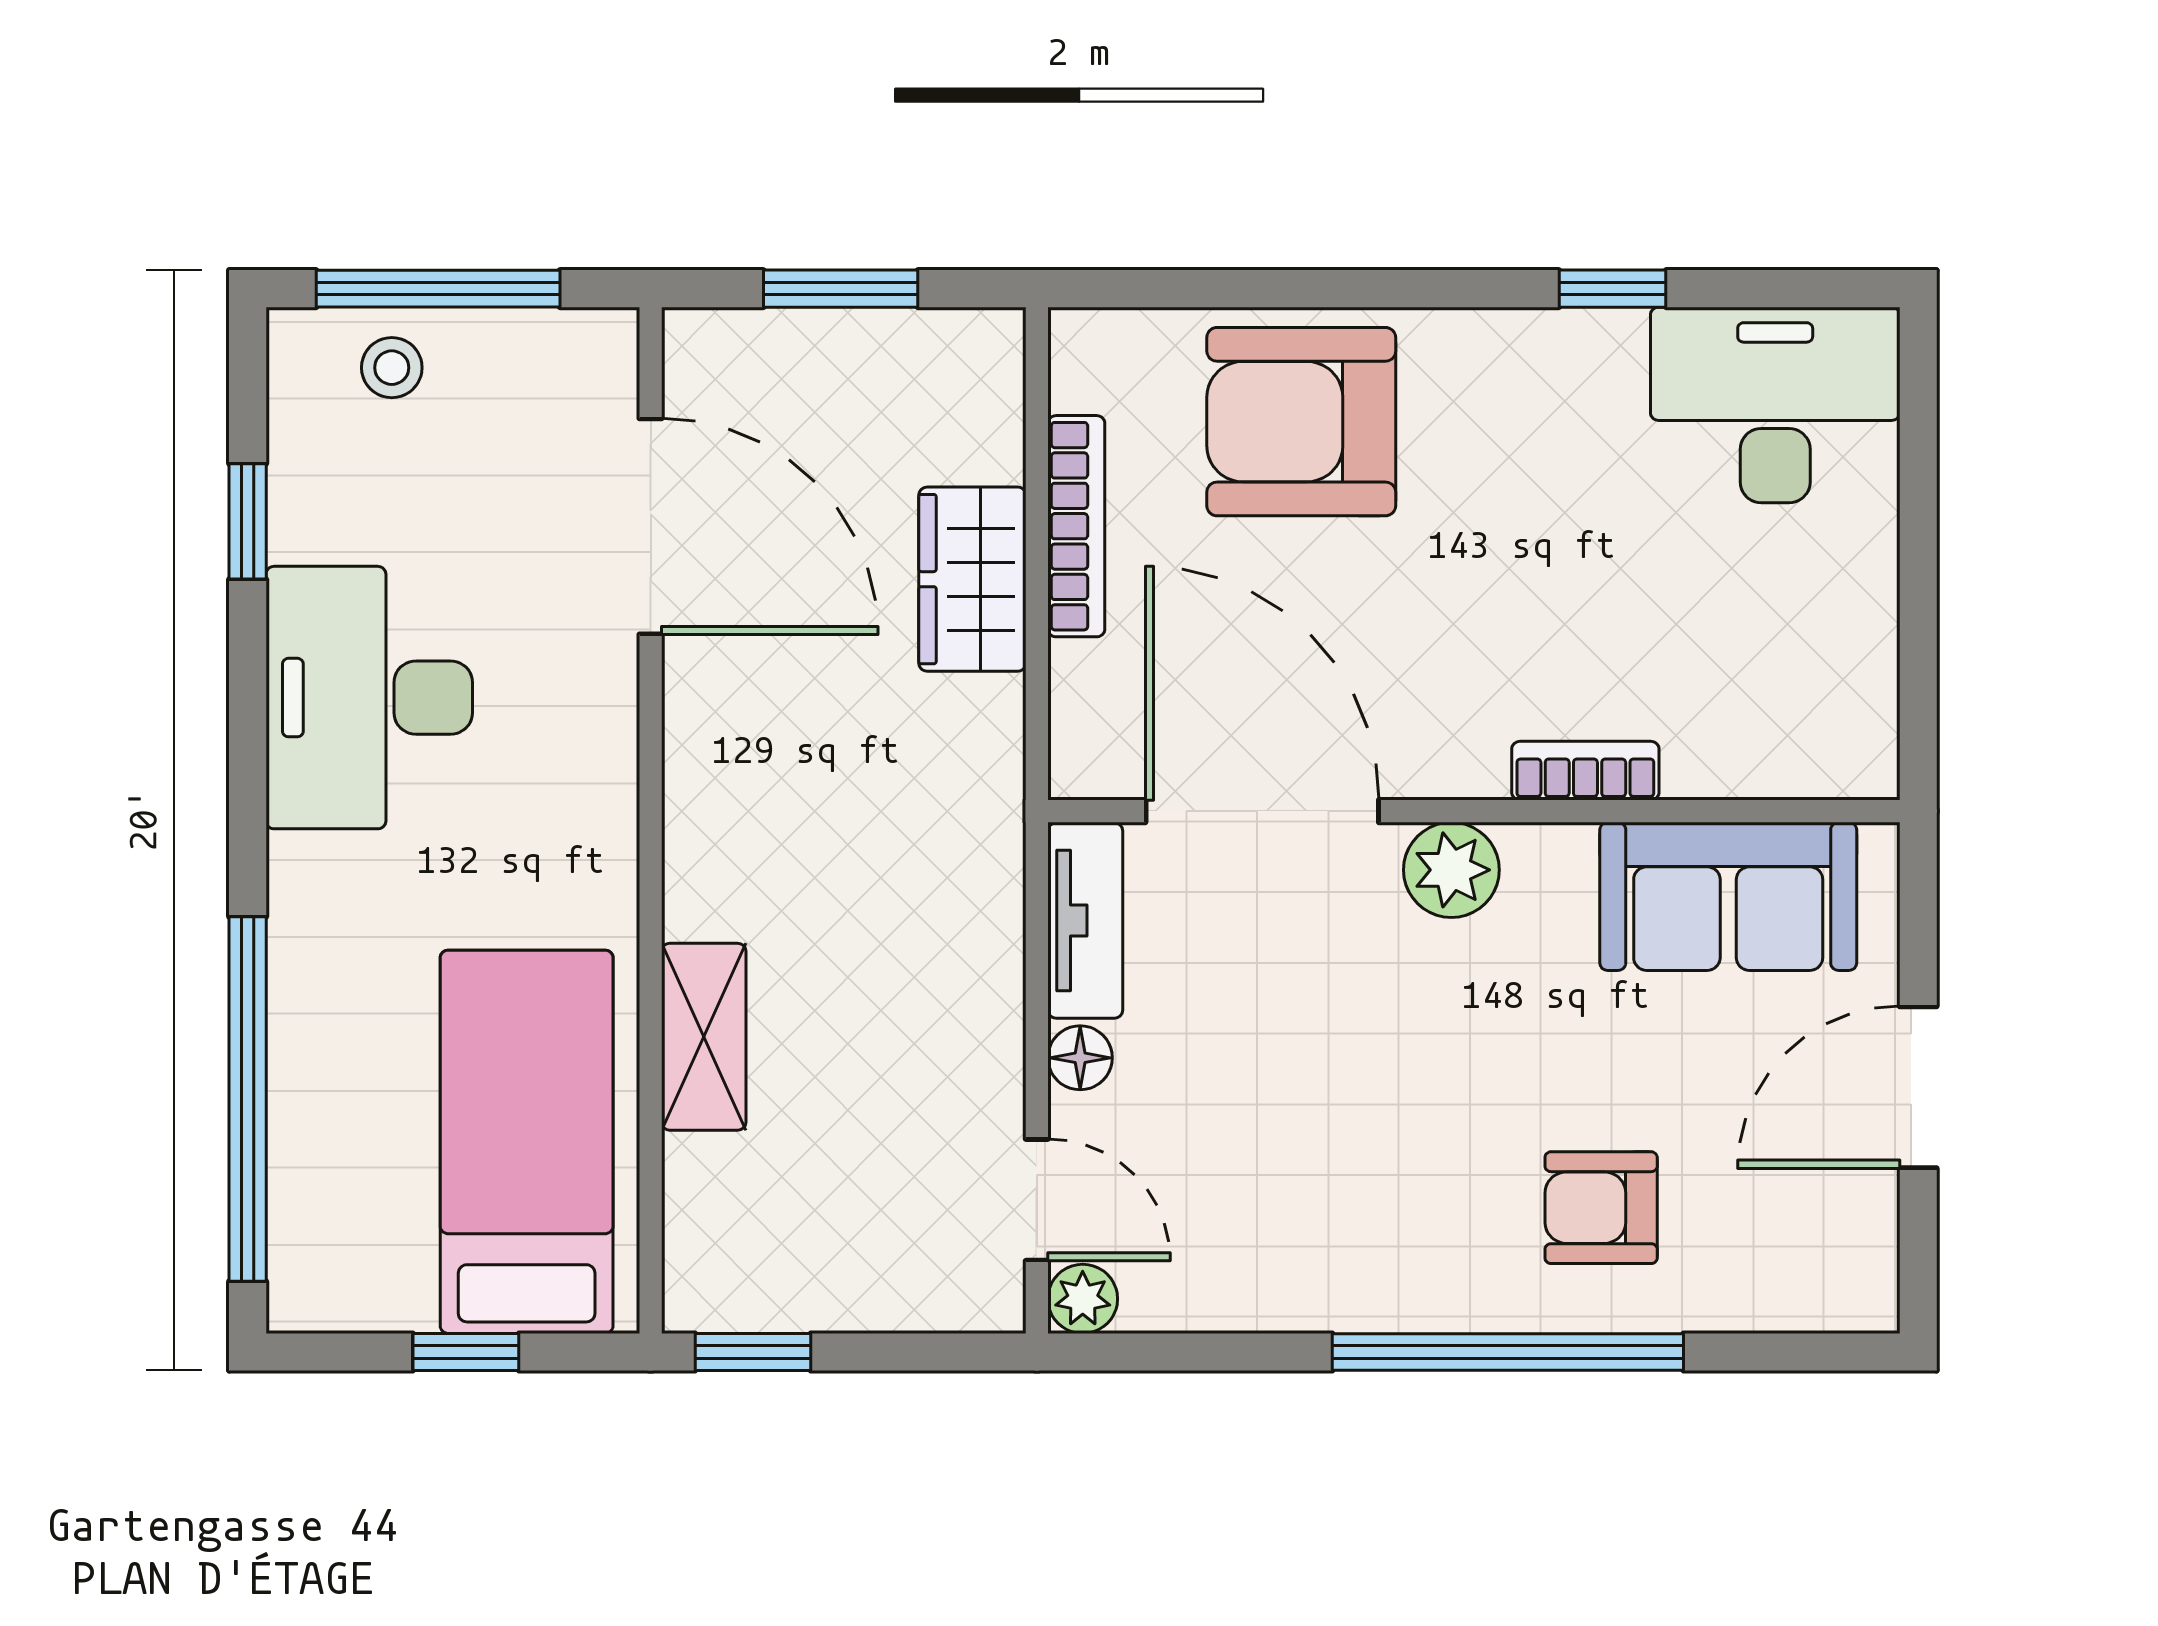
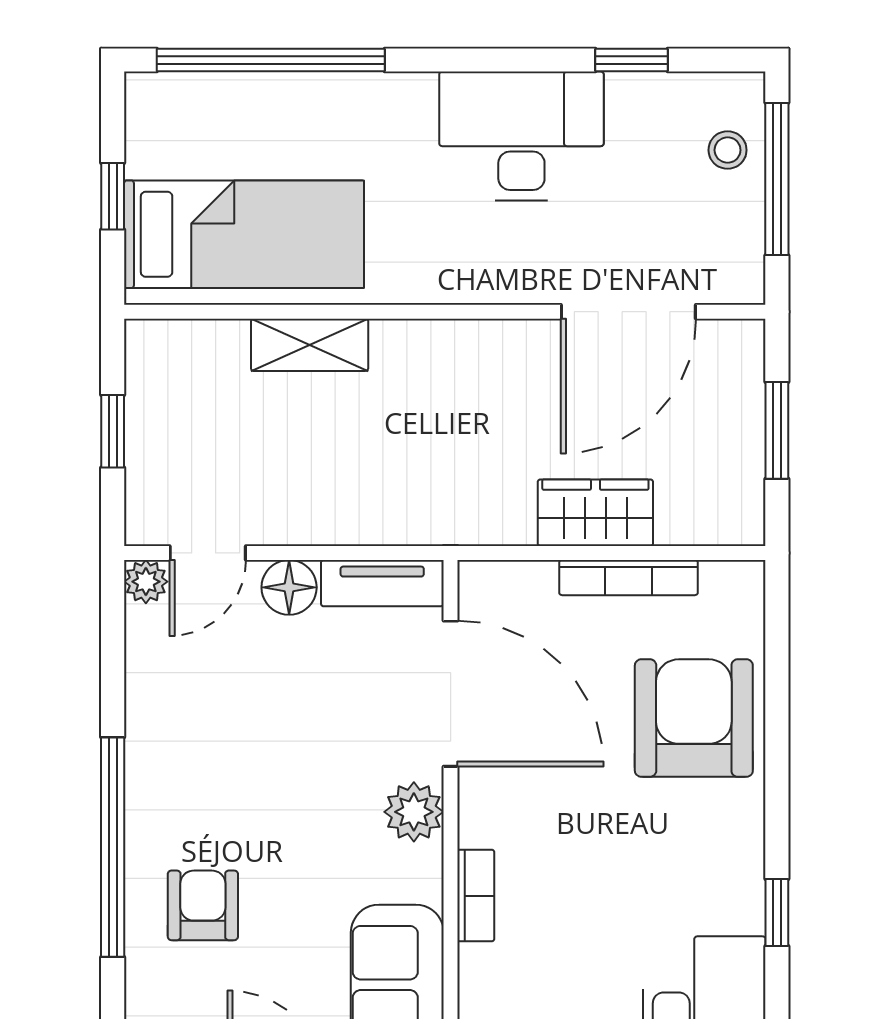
door: (1262, 811) -> (451, 694), hinge flipped
floor lamp: (1080, 1058) -> (289, 587), width x1.37, depth x1.37
window: (753, 1352) -> (113, 431), moved

